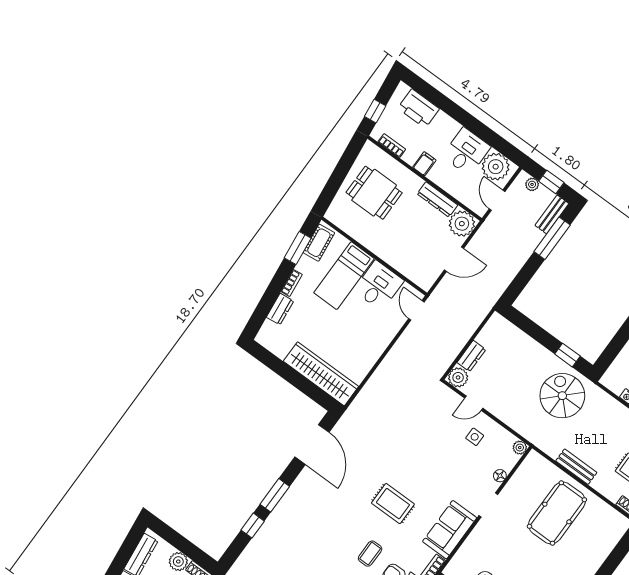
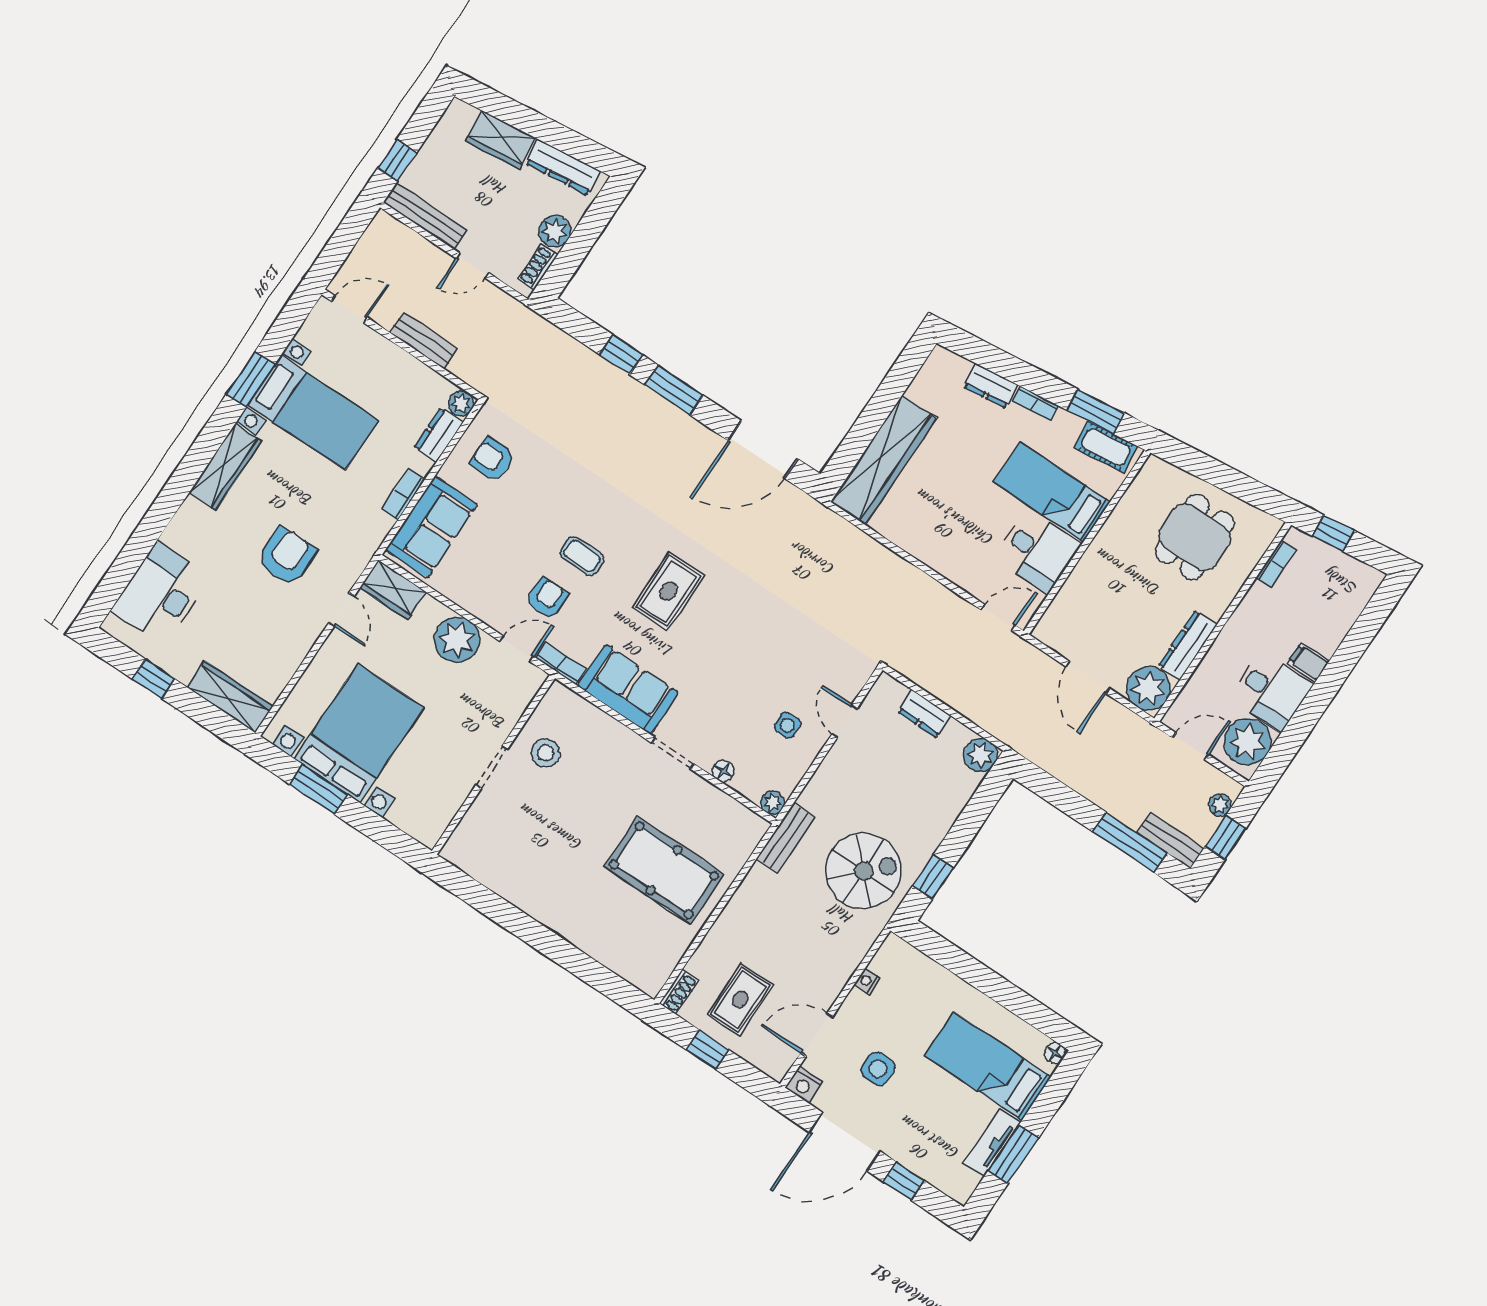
printer: (418, 108) -> (1341, 606), removed
filing cabinet: (424, 164) -> (1308, 662), moved, turned 180
plant: (458, 377) -> (980, 755), moved
bench: (576, 467) -> (786, 838), moved

